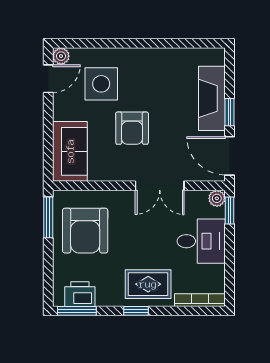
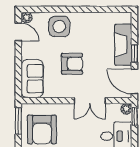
door: (48, 79) -> (18, 32), hinge flipped
side table: (101, 84) -> (59, 26), moved
armchair: (132, 128) -> (72, 64), turned -90

